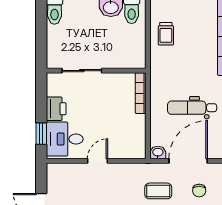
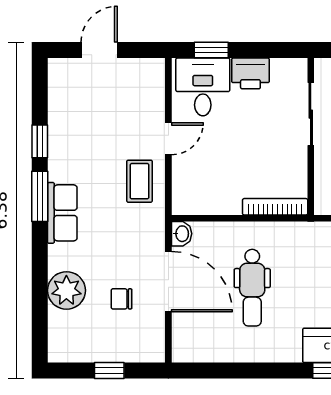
dental chair: (192, 108) -> (252, 288), turned 180
door: (97, 161) -> (168, 139), hinge flipped
coffee table: (158, 191) -> (140, 181), moved

